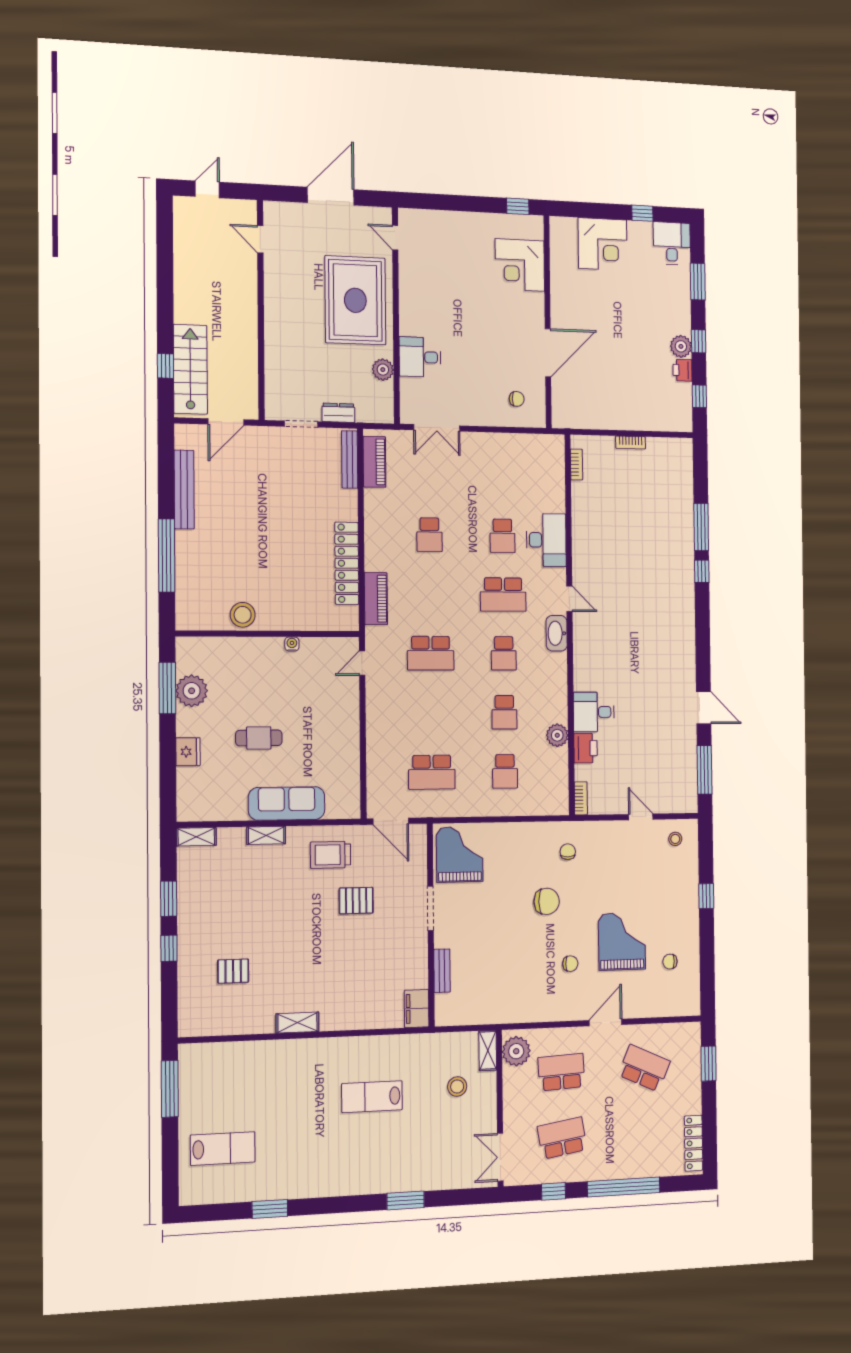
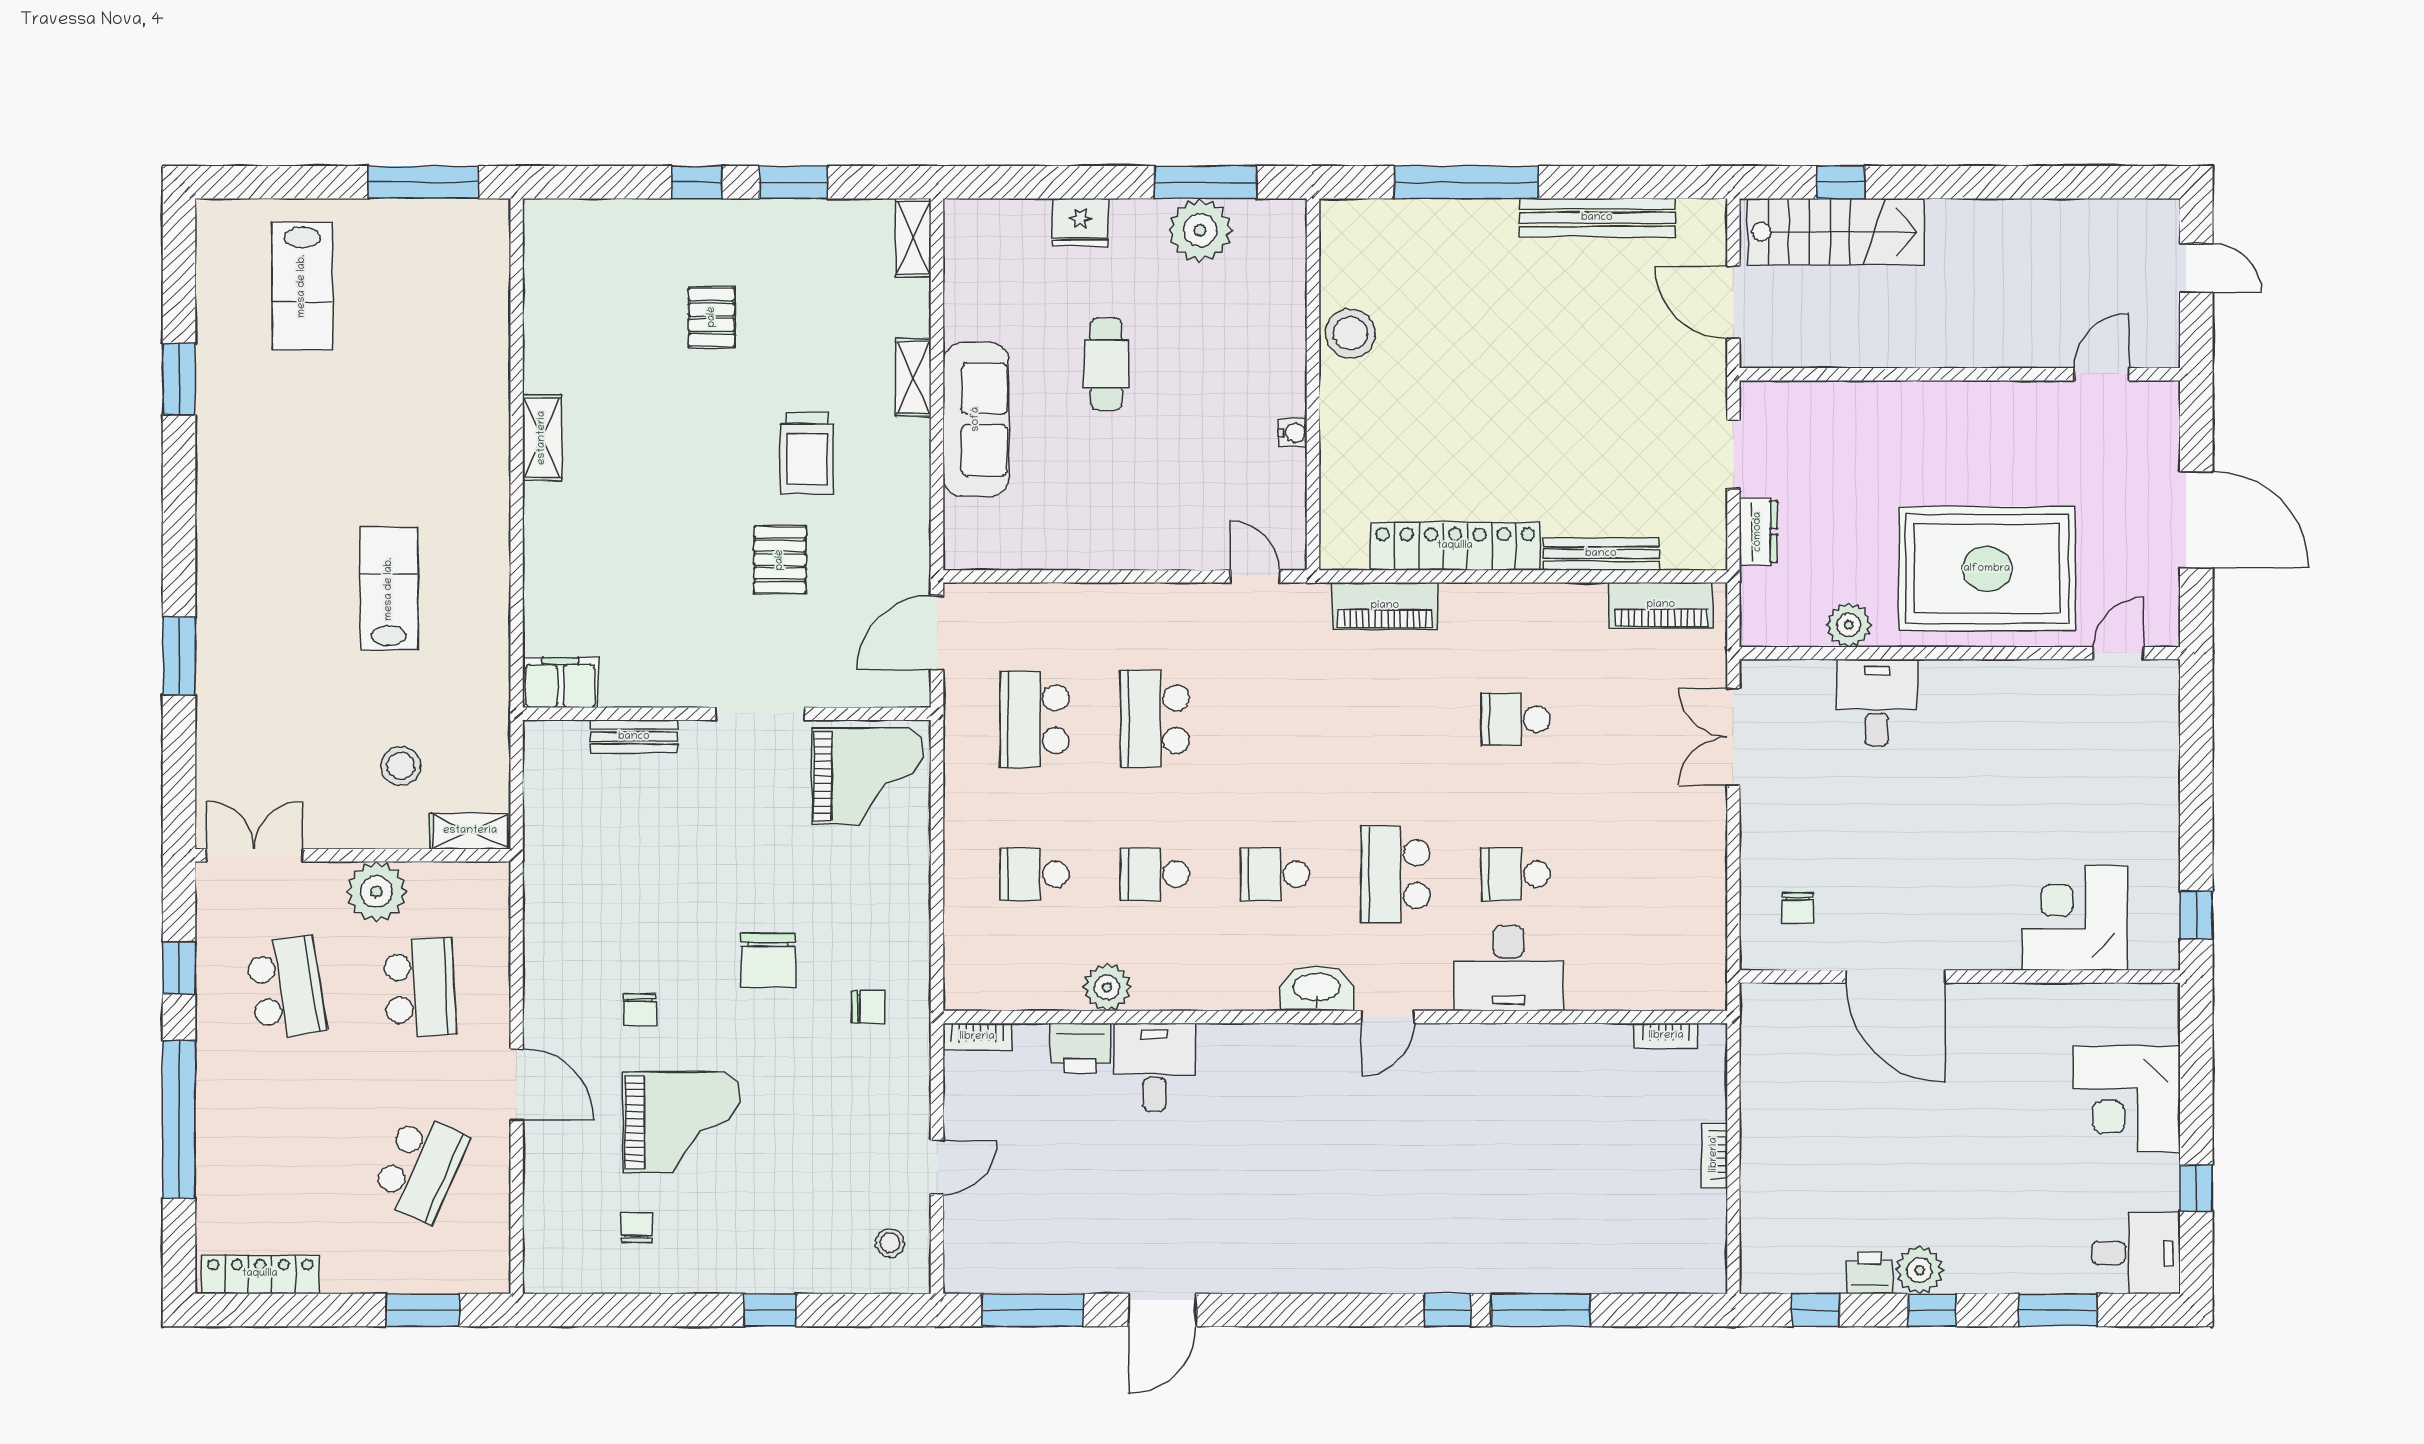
bench: (350, 459) -> (1601, 554), moved
school desk: (431, 653) -> (1155, 719), moved
trolley: (330, 855) -> (807, 453), moved, turned 180
pallet: (233, 971) -> (712, 317), moved
plant: (516, 1051) -> (376, 892), moved

